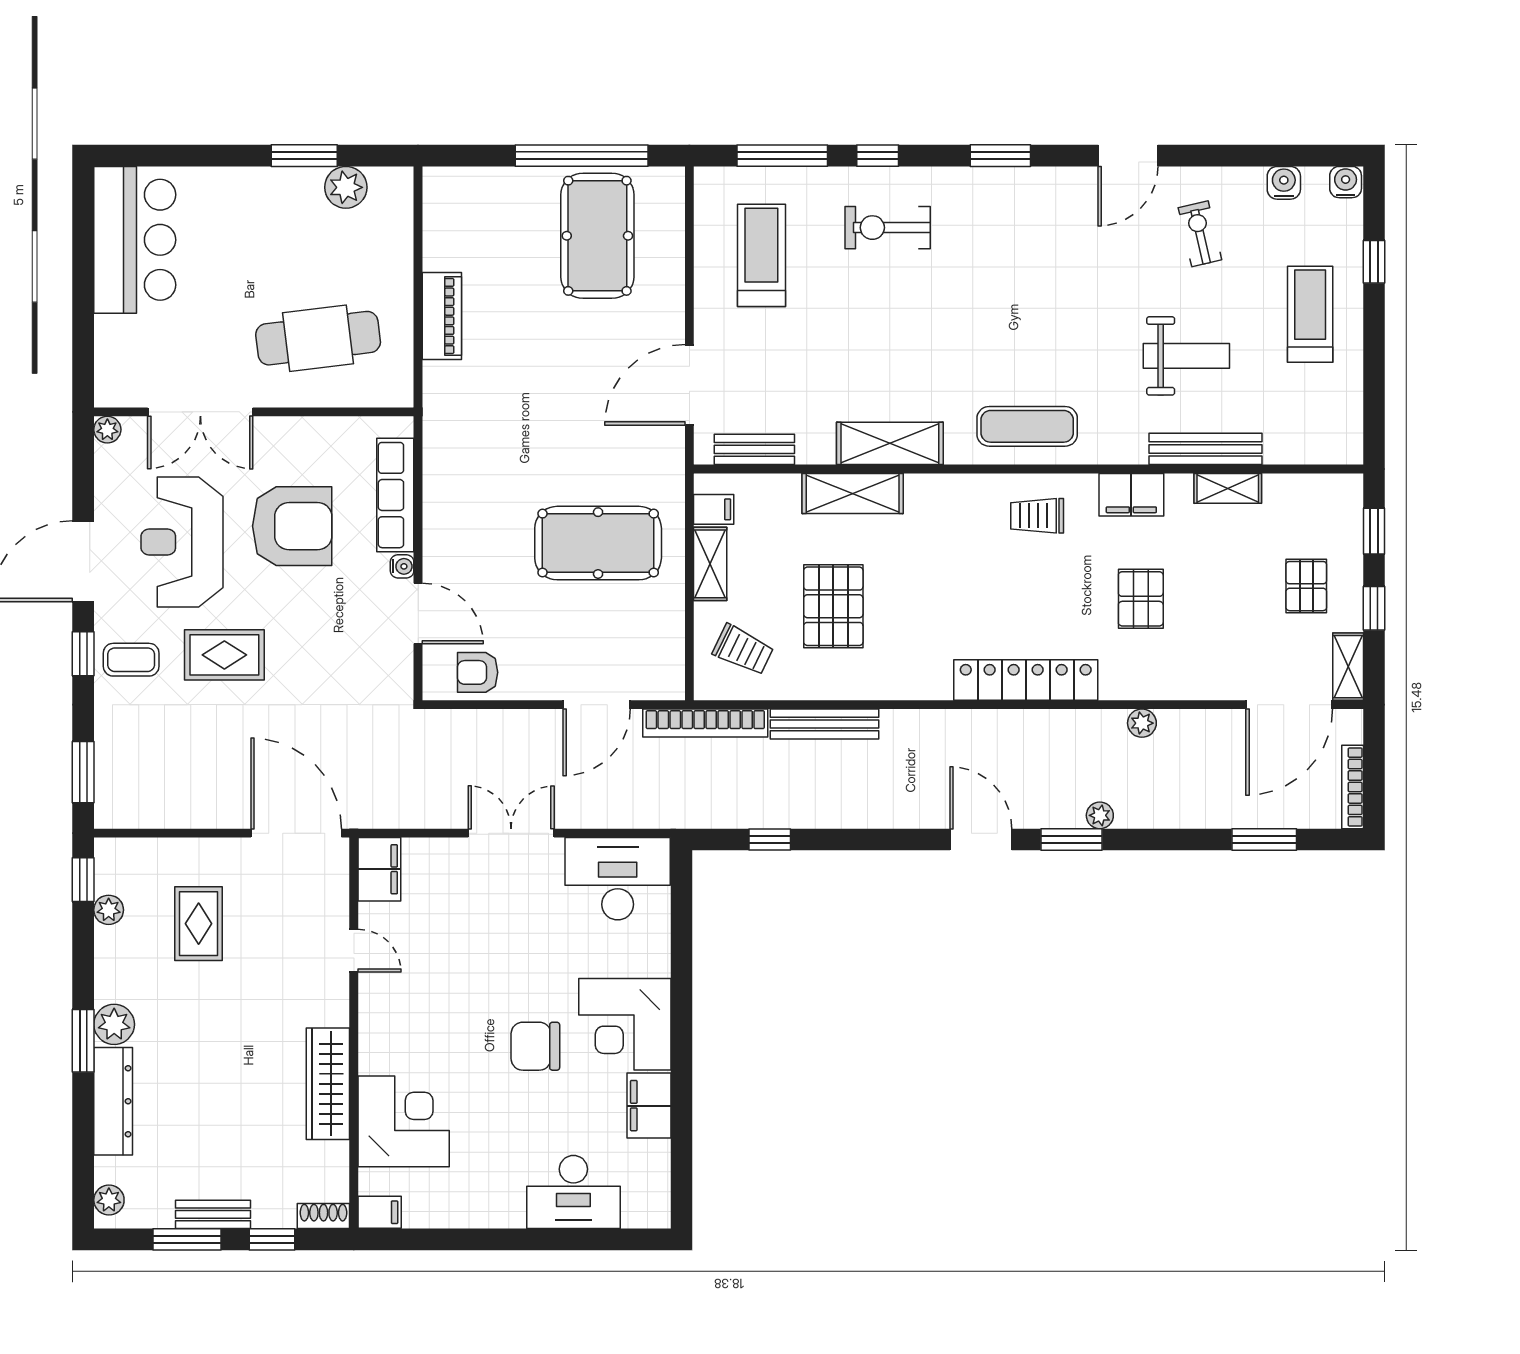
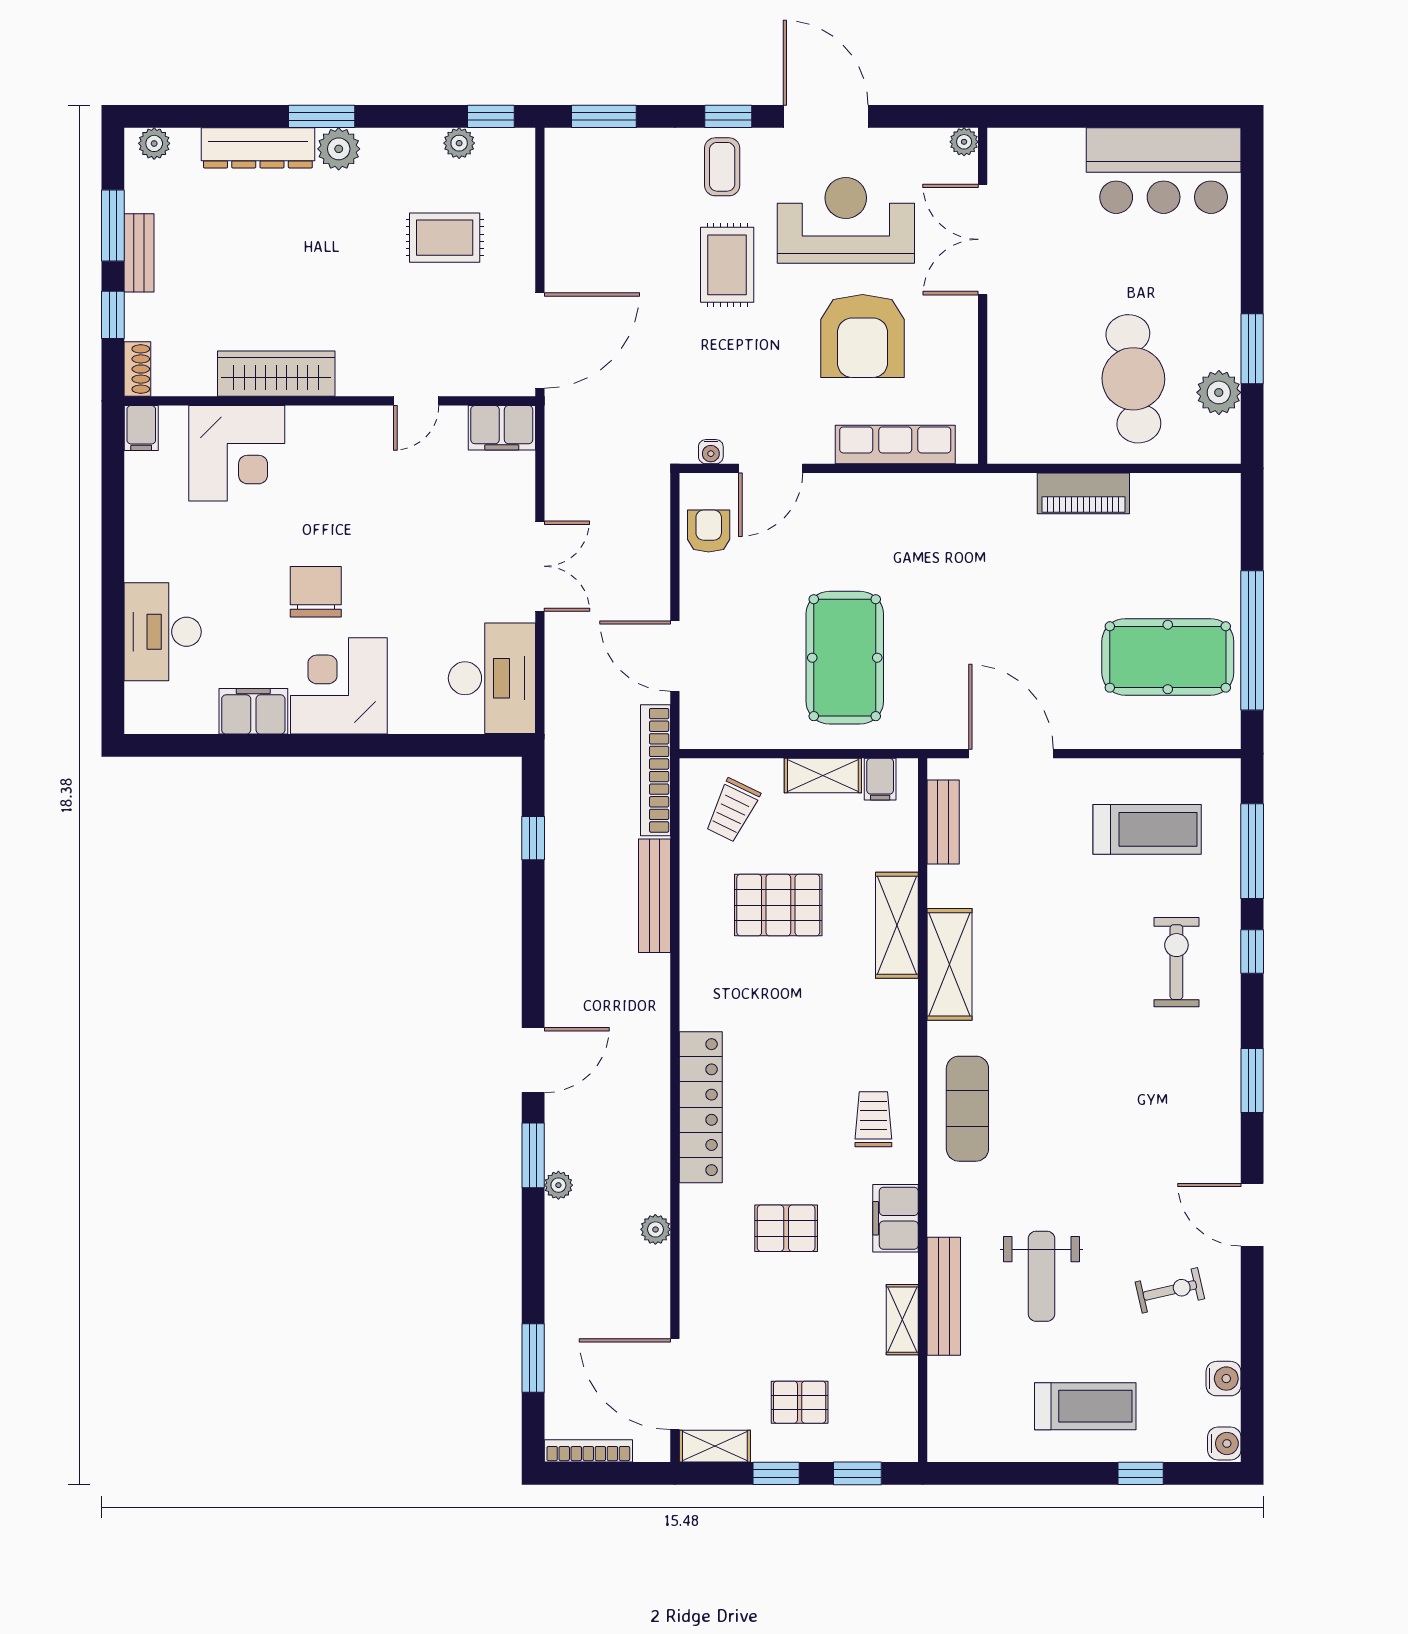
cafe table: (318, 338) -> (1133, 379), moved
water cooler: (402, 566) -> (711, 452), moved

